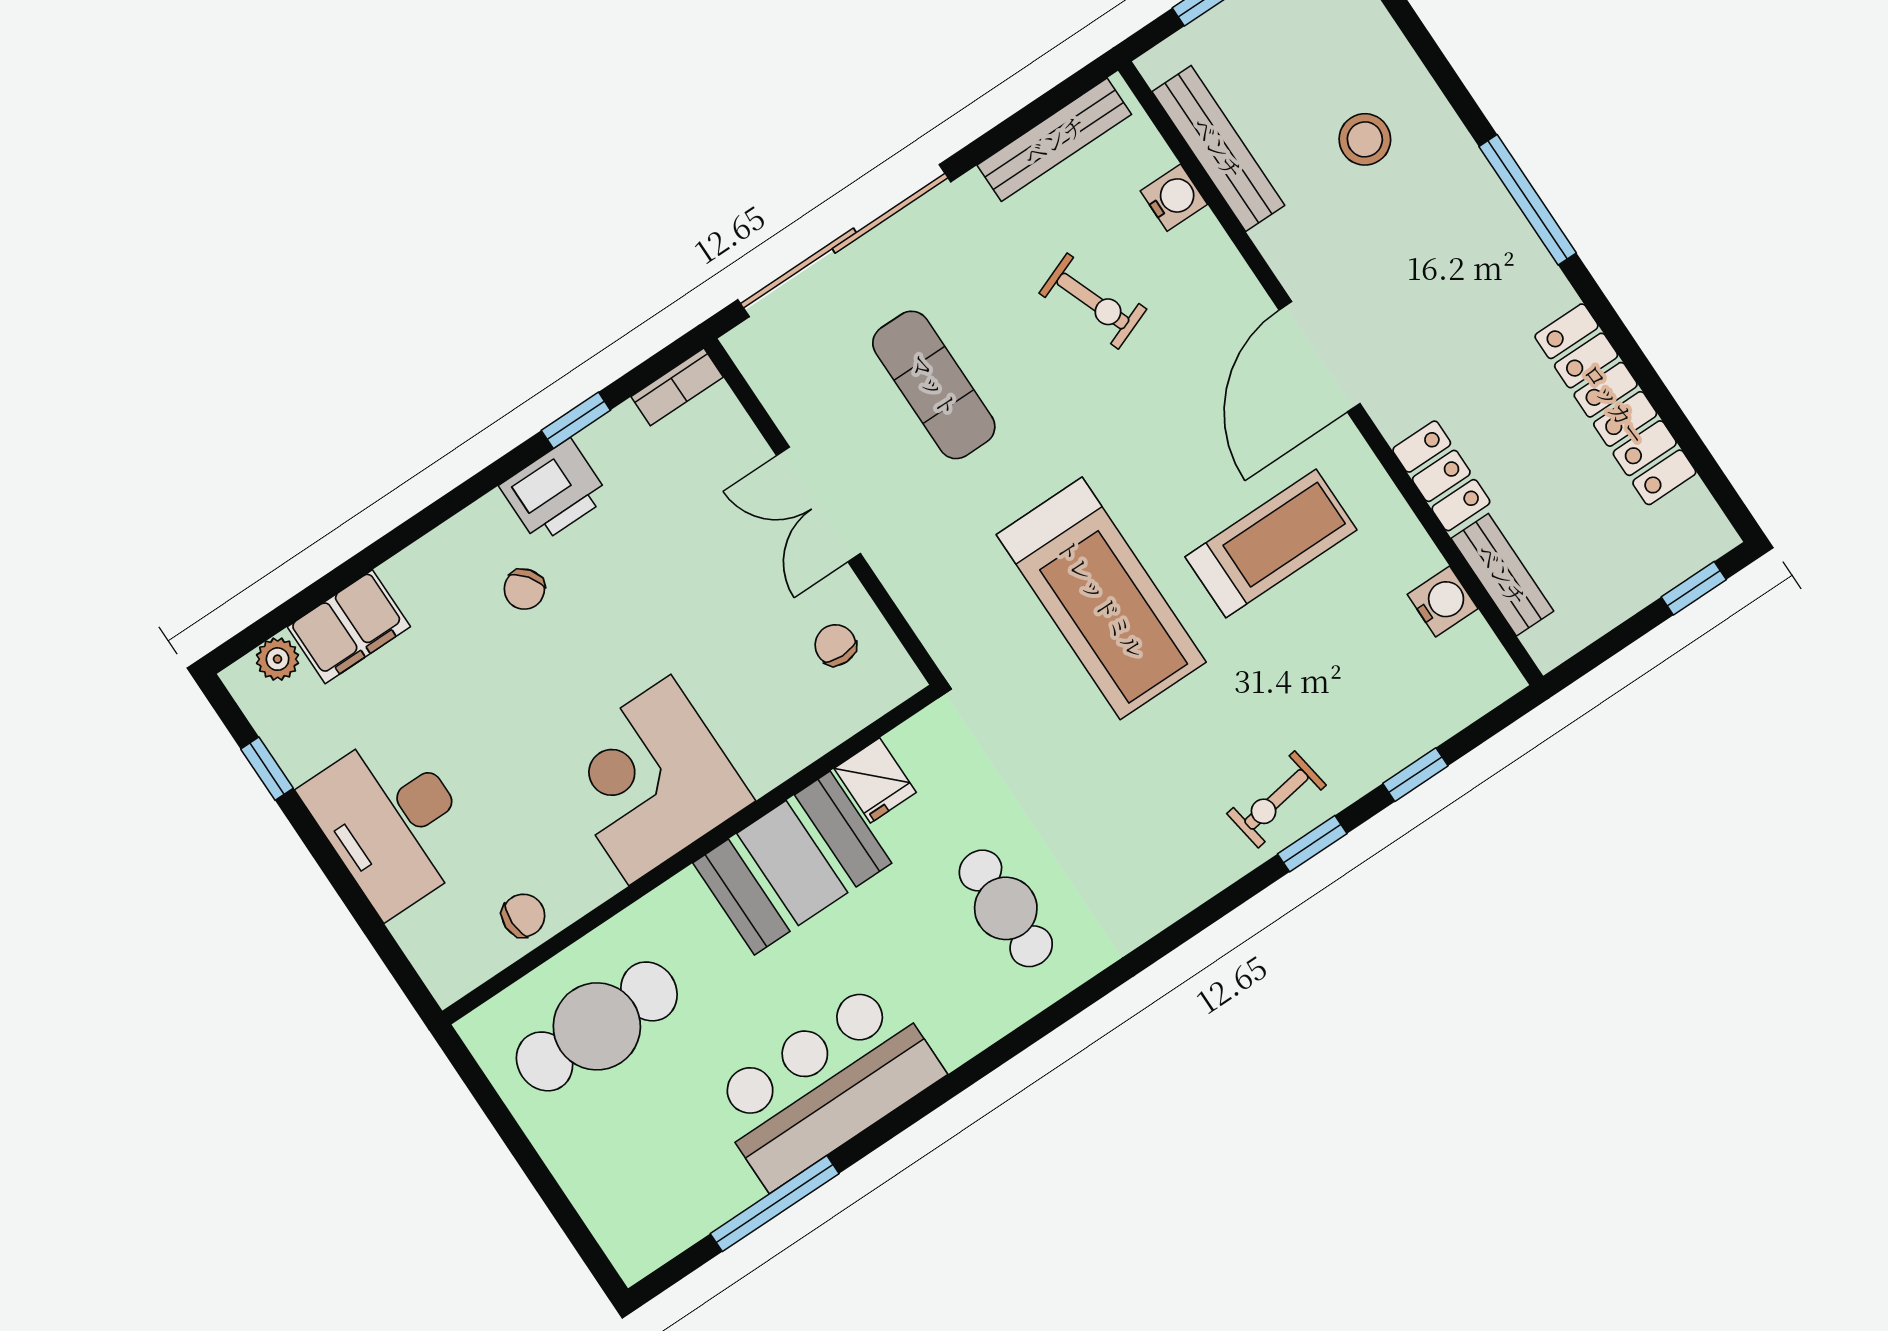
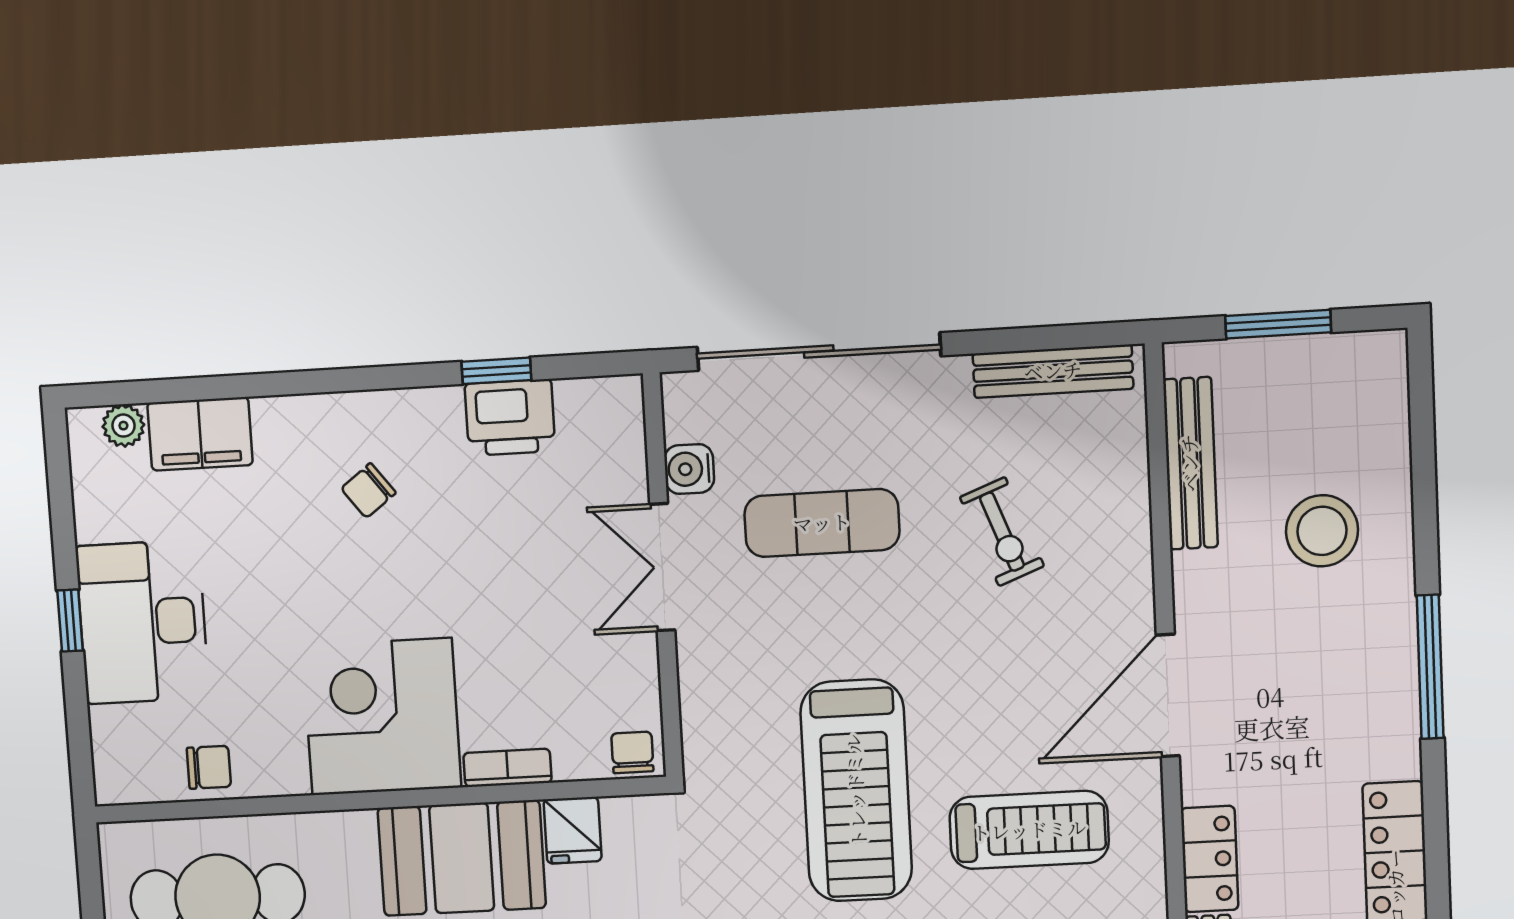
stool: (1365, 139) -> (1322, 531), width x1.38, depth x1.38
water cooler: (1174, 198) -> (689, 469), moved, turned 180
exercise mat: (934, 385) -> (822, 523), turned 90
bookcase: (677, 387) -> (507, 768), moved, turned 180
printer: (554, 491) -> (510, 417), moved
chair: (835, 645) -> (632, 752), moved
window: (267, 769) -> (70, 621), moved

